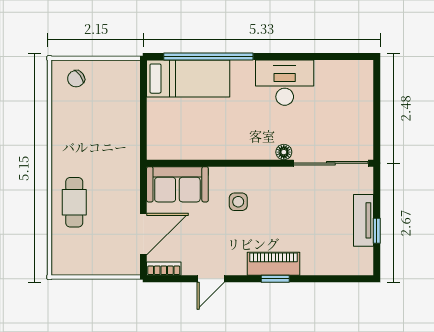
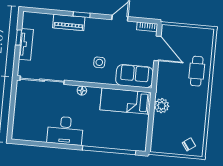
bed: (188, 79) -> (126, 101), moved
plant: (127, 139) -> (162, 106), added
floor lamp: (284, 152) -> (82, 91), moved
door: (143, 234) -> (157, 48), swing flipped
piano: (274, 264) -> (69, 22), moved

